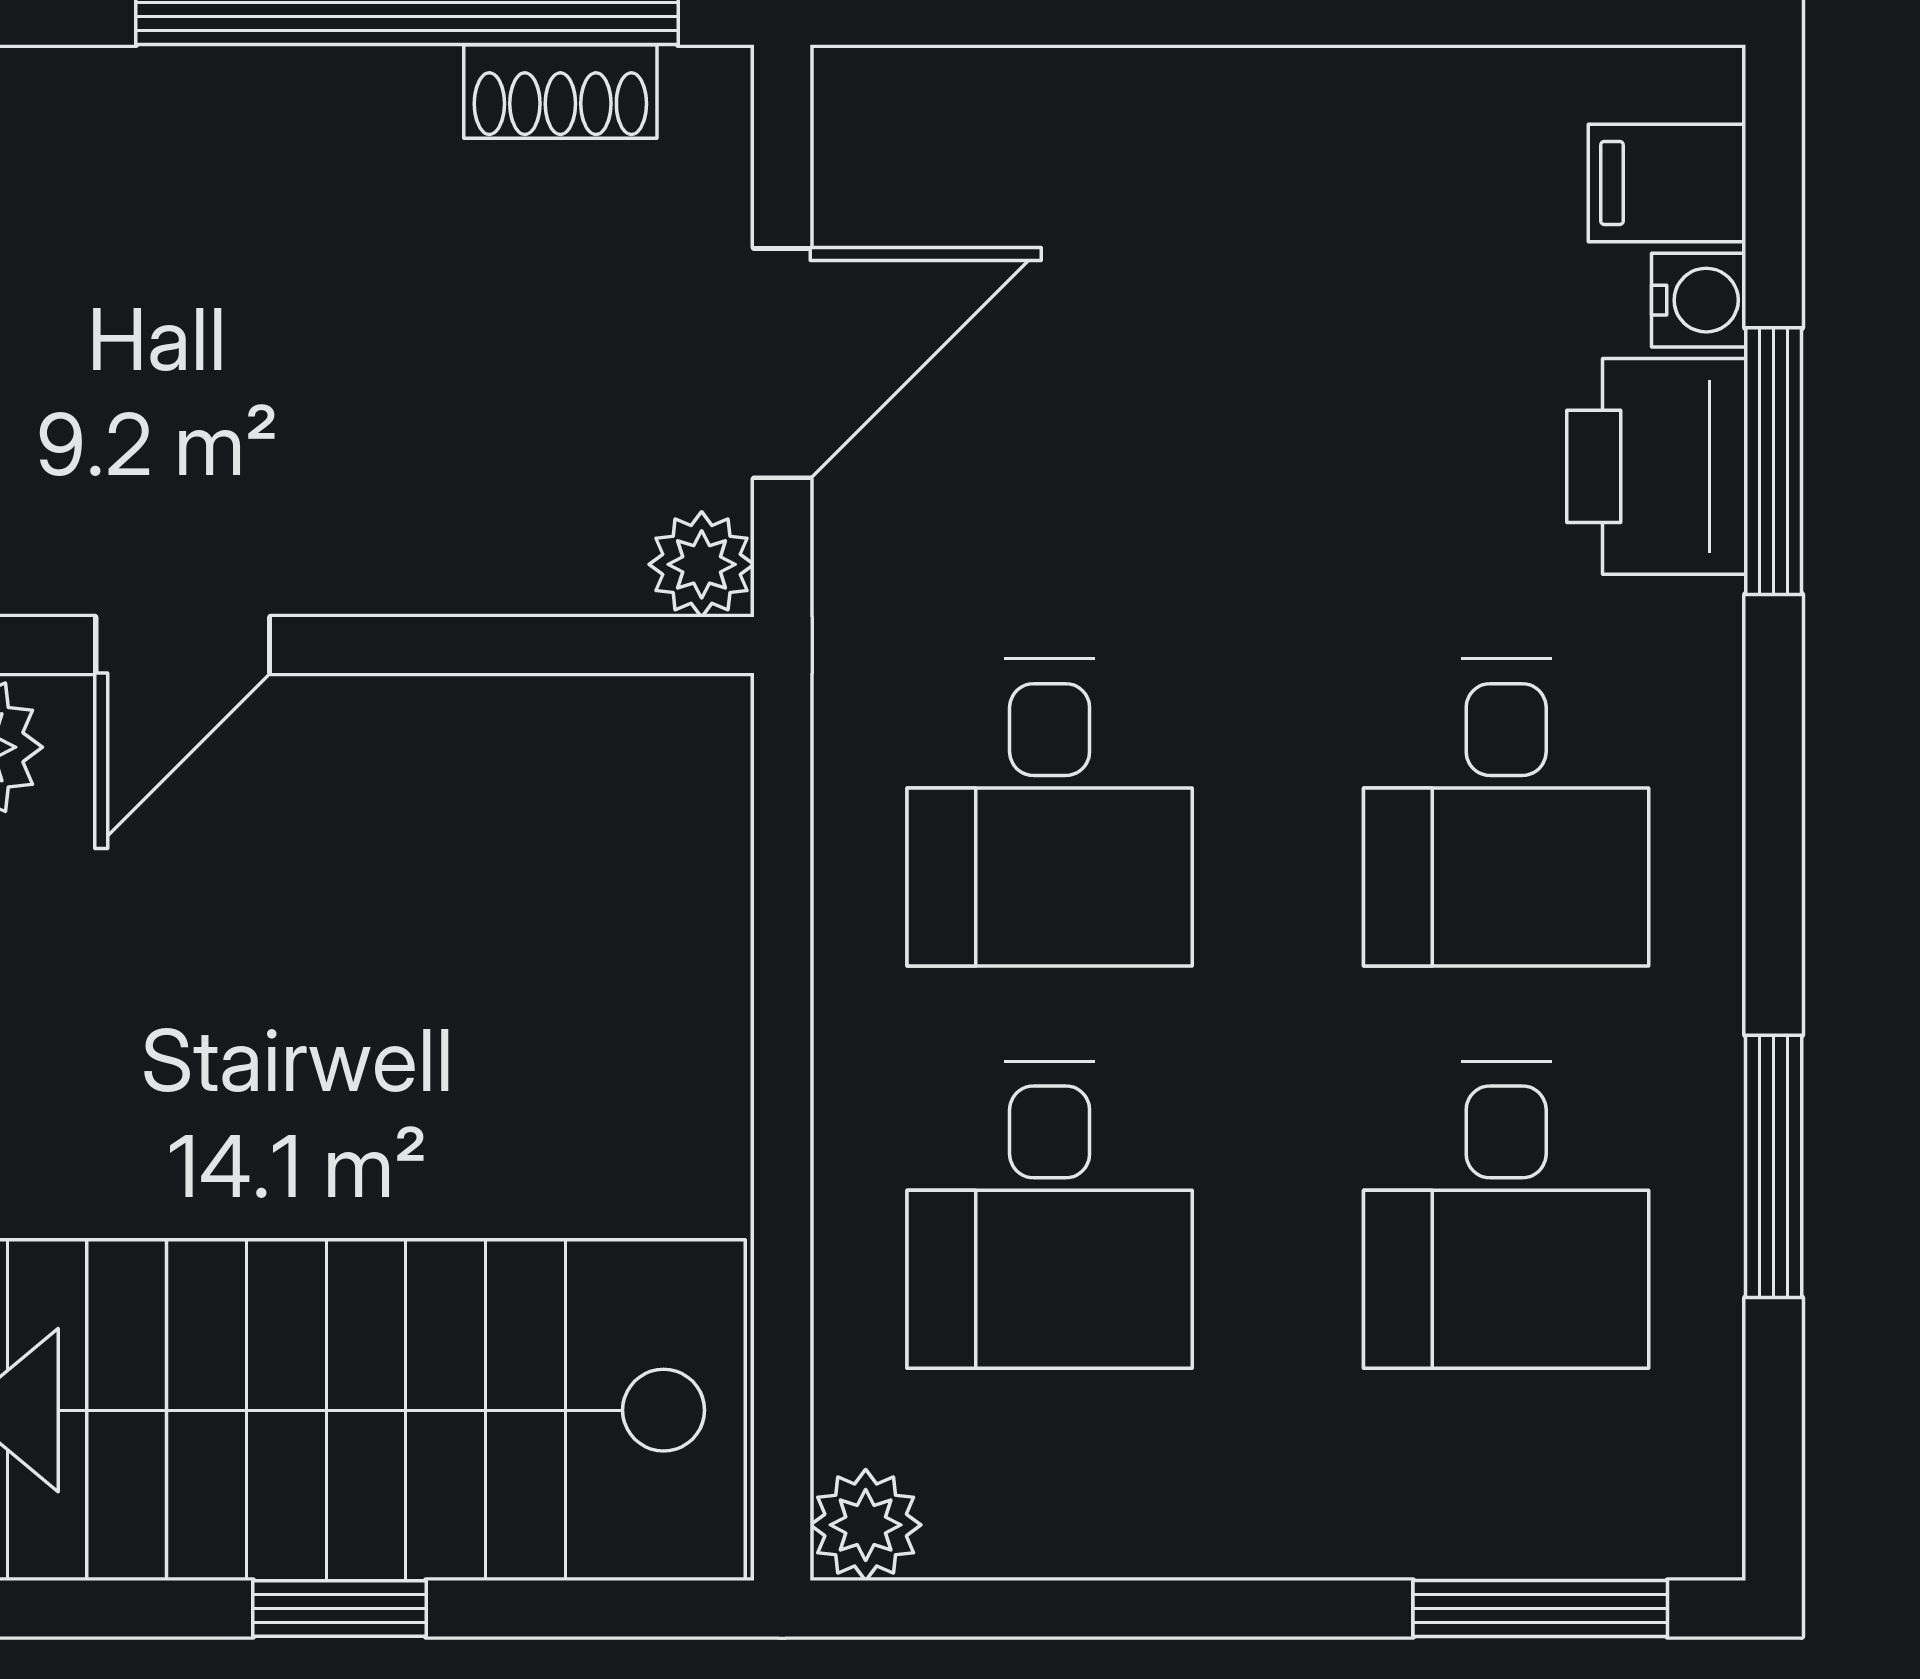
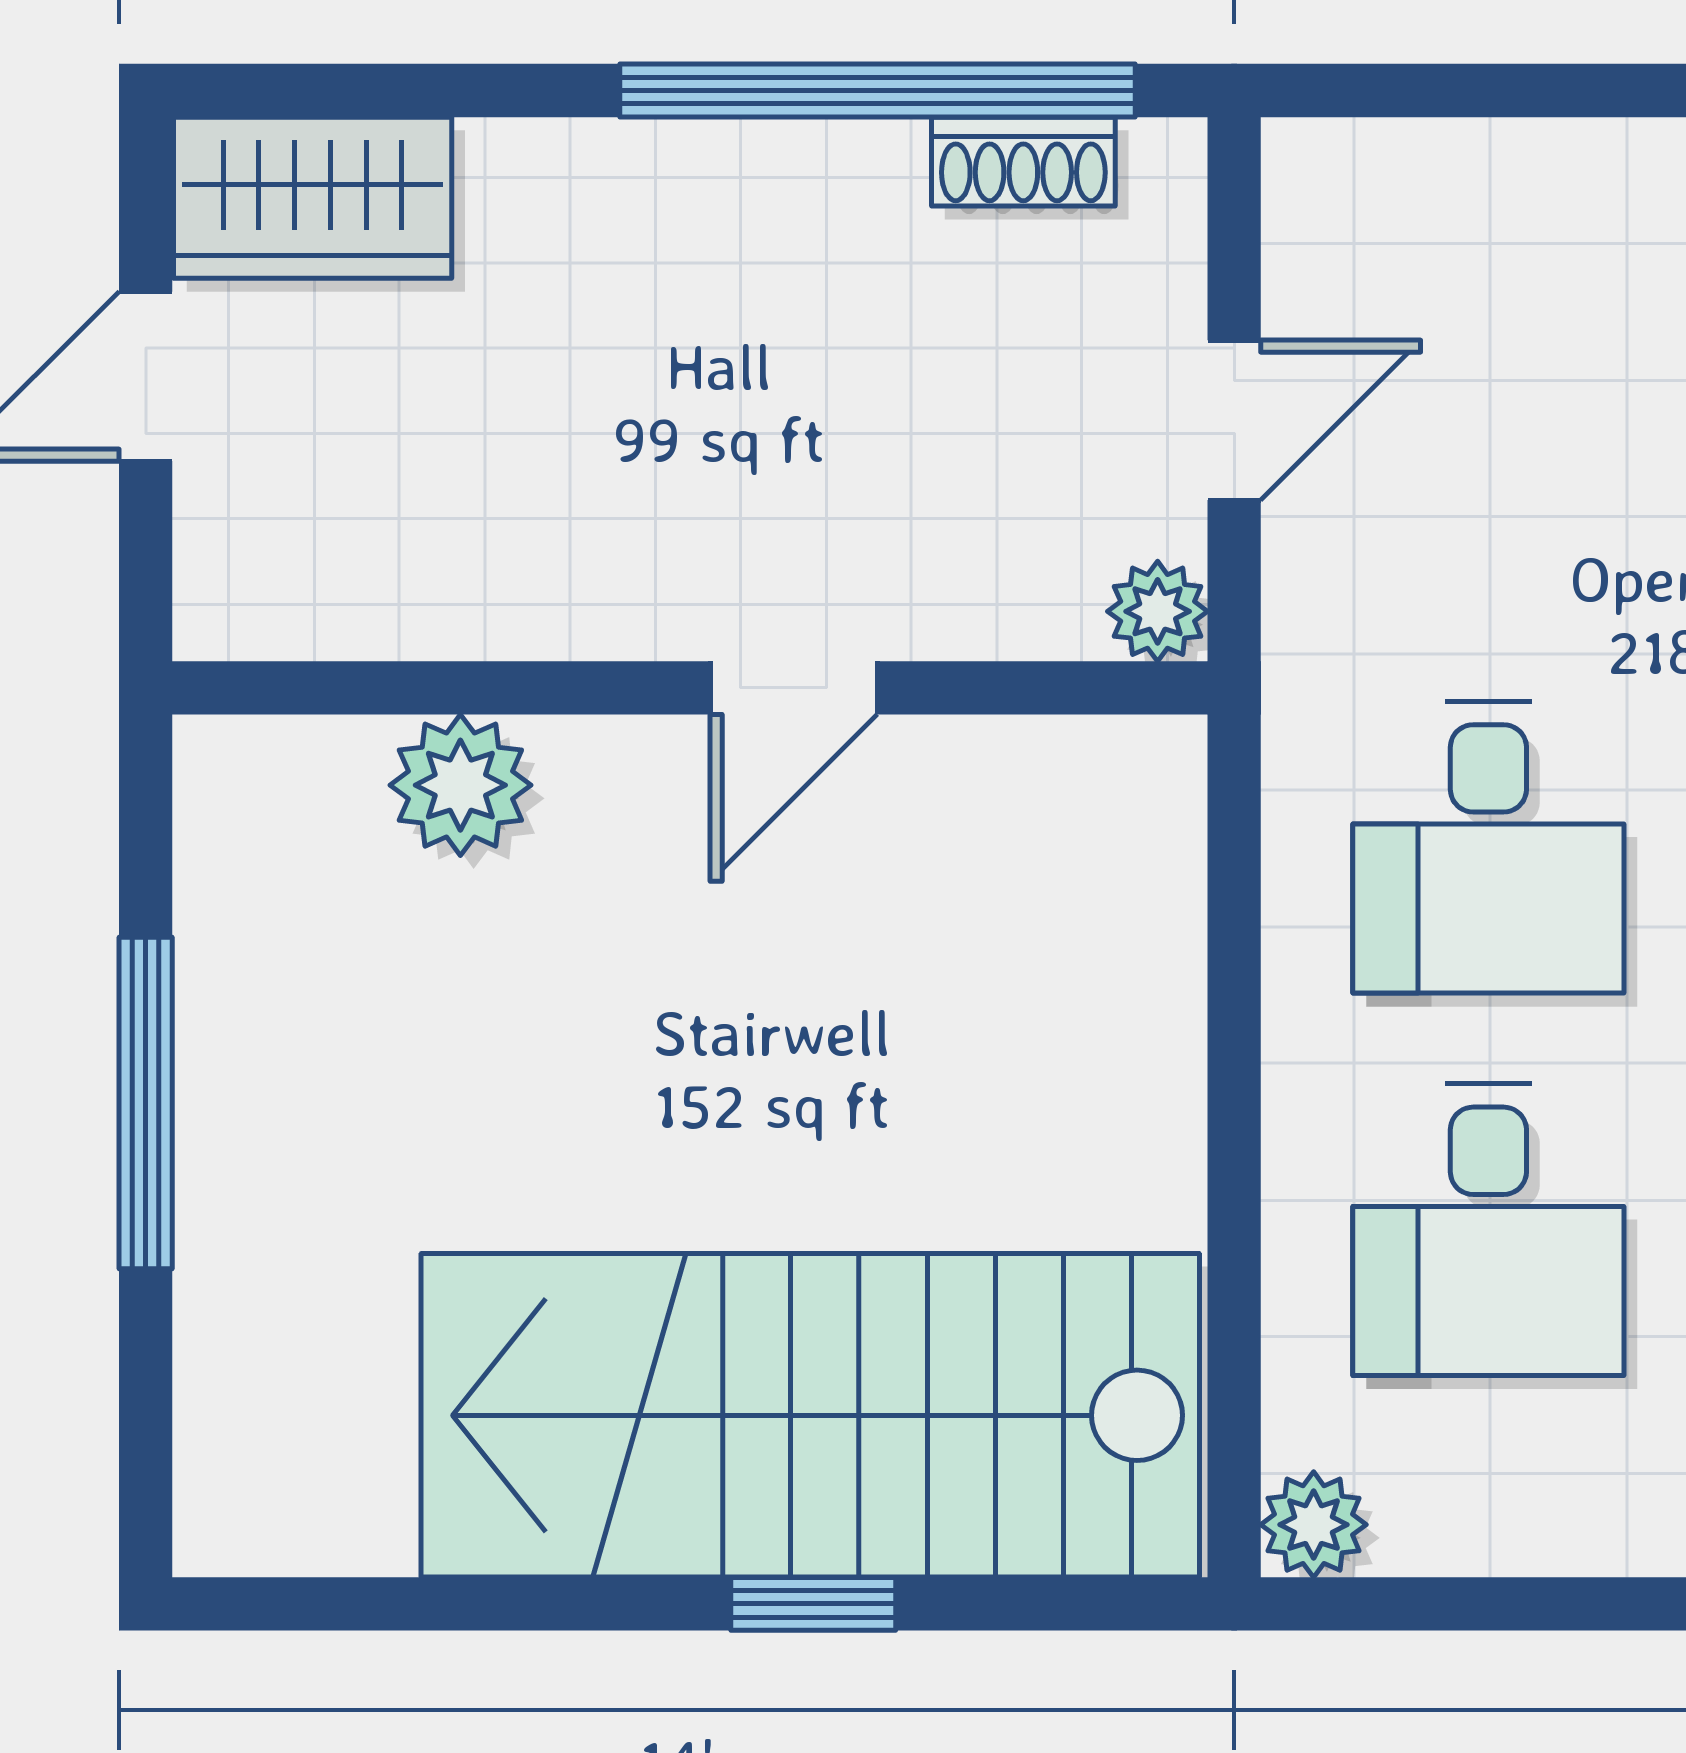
door: (782, 363) -> (1234, 420), width x0.73
door: (183, 645) -> (794, 688), moved

